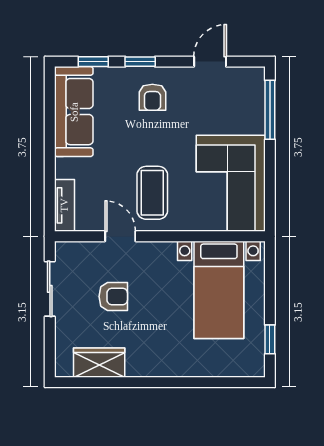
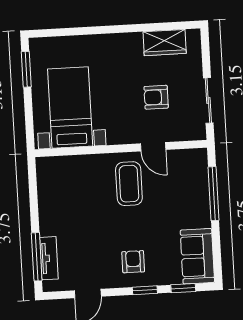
sofa: (74, 112) -> (197, 256), width x0.73
window: (50, 175) -> (214, 194), added
corner sofa: (231, 183) -> (65, 195), removed
tv unit: (64, 205) -> (49, 258), moved, turned 180
window: (270, 339) -> (26, 69), width x1.50

